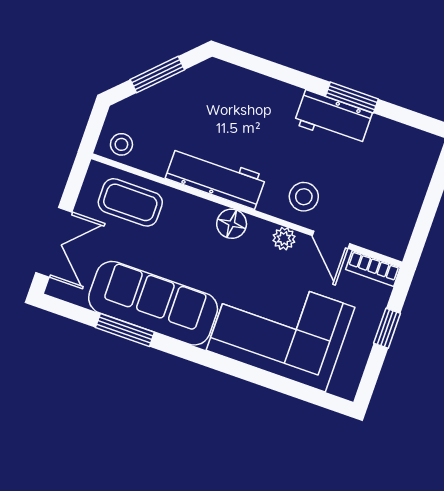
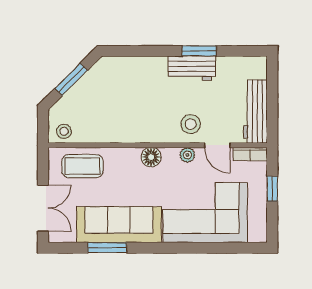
workbench: (216, 177) -> (255, 112), moved, turned -90

